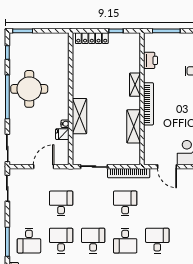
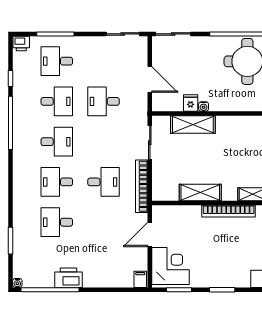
shelving: (79, 116) -> (193, 125), moved
desk: (61, 203) -> (104, 101), turned 180
desk: (157, 241) -> (57, 222), turned 180

